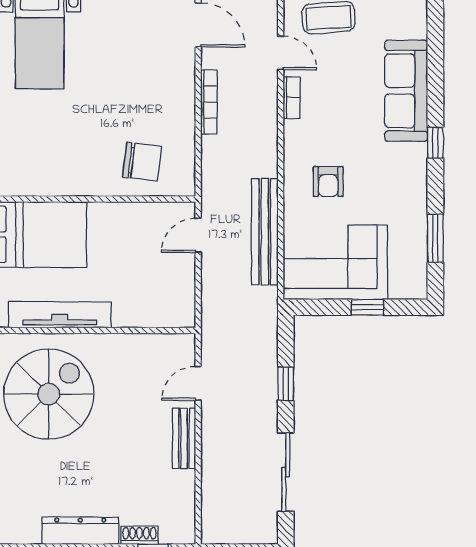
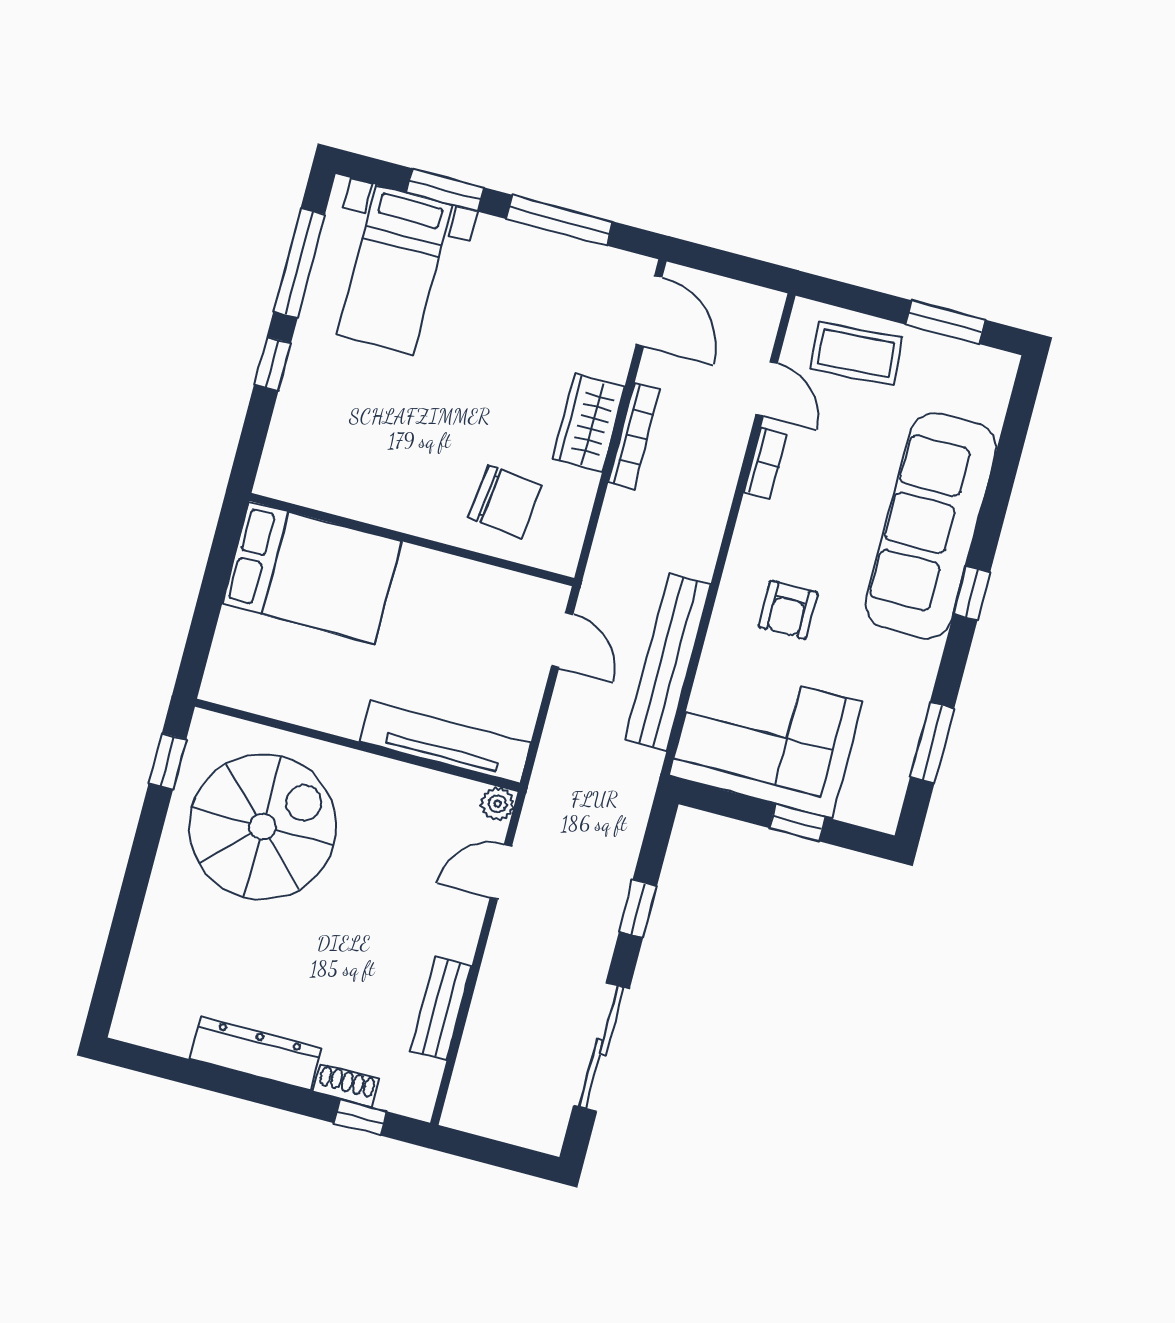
sofa: (406, 91) -> (931, 526), width x1.36, depth x1.27
wardrobe: (180, 102) -> (589, 423), added
door: (198, 235) -> (562, 640), swing flipped
tv unit: (60, 315) -> (445, 742), moved
plant: (185, 343) -> (497, 804), added
bench: (184, 438) -> (441, 1009), moved

